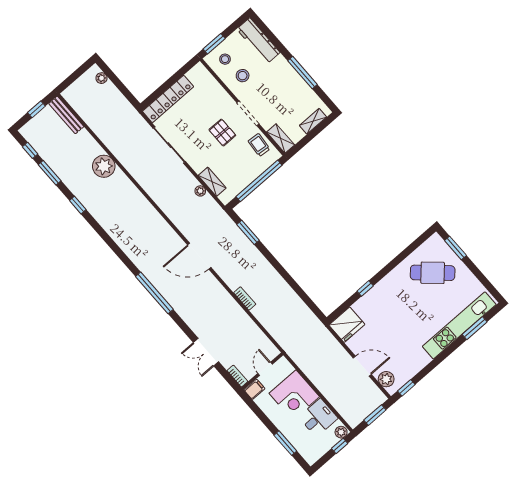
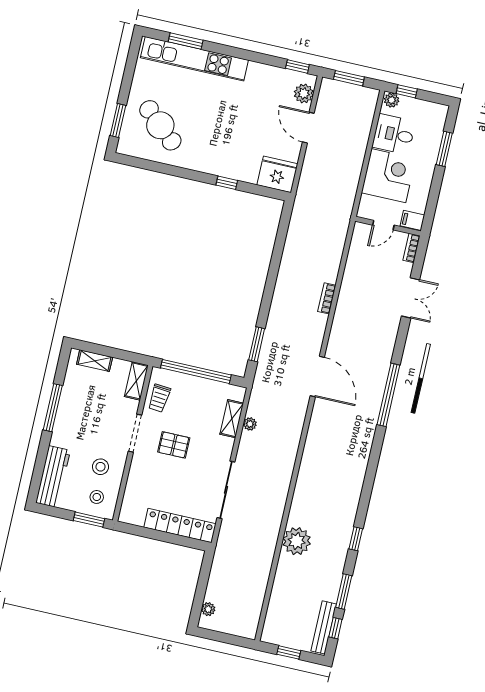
bench: (66, 115) -> (324, 627), moved
pallet: (222, 133) -> (174, 445), turned 90

